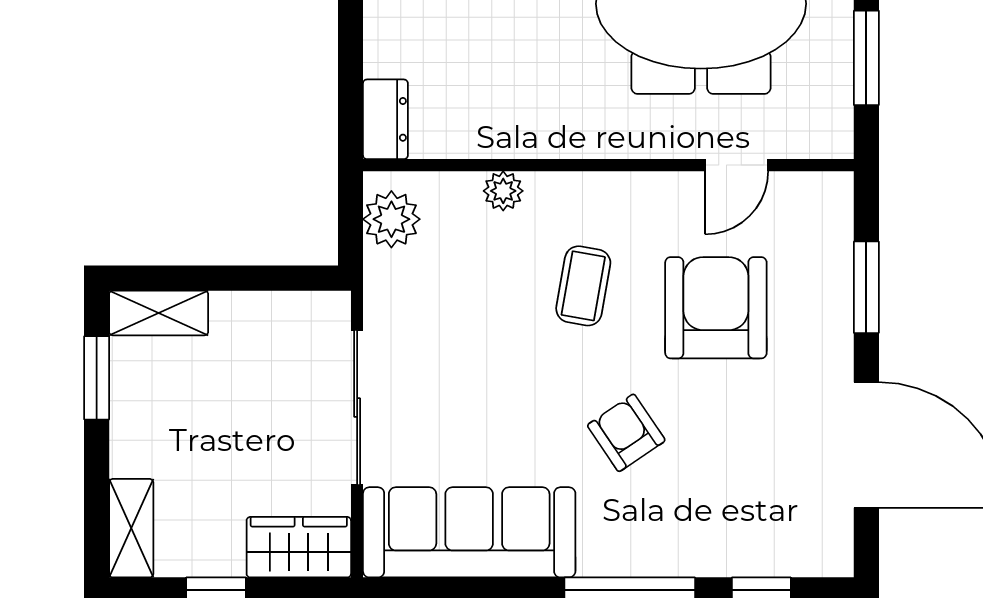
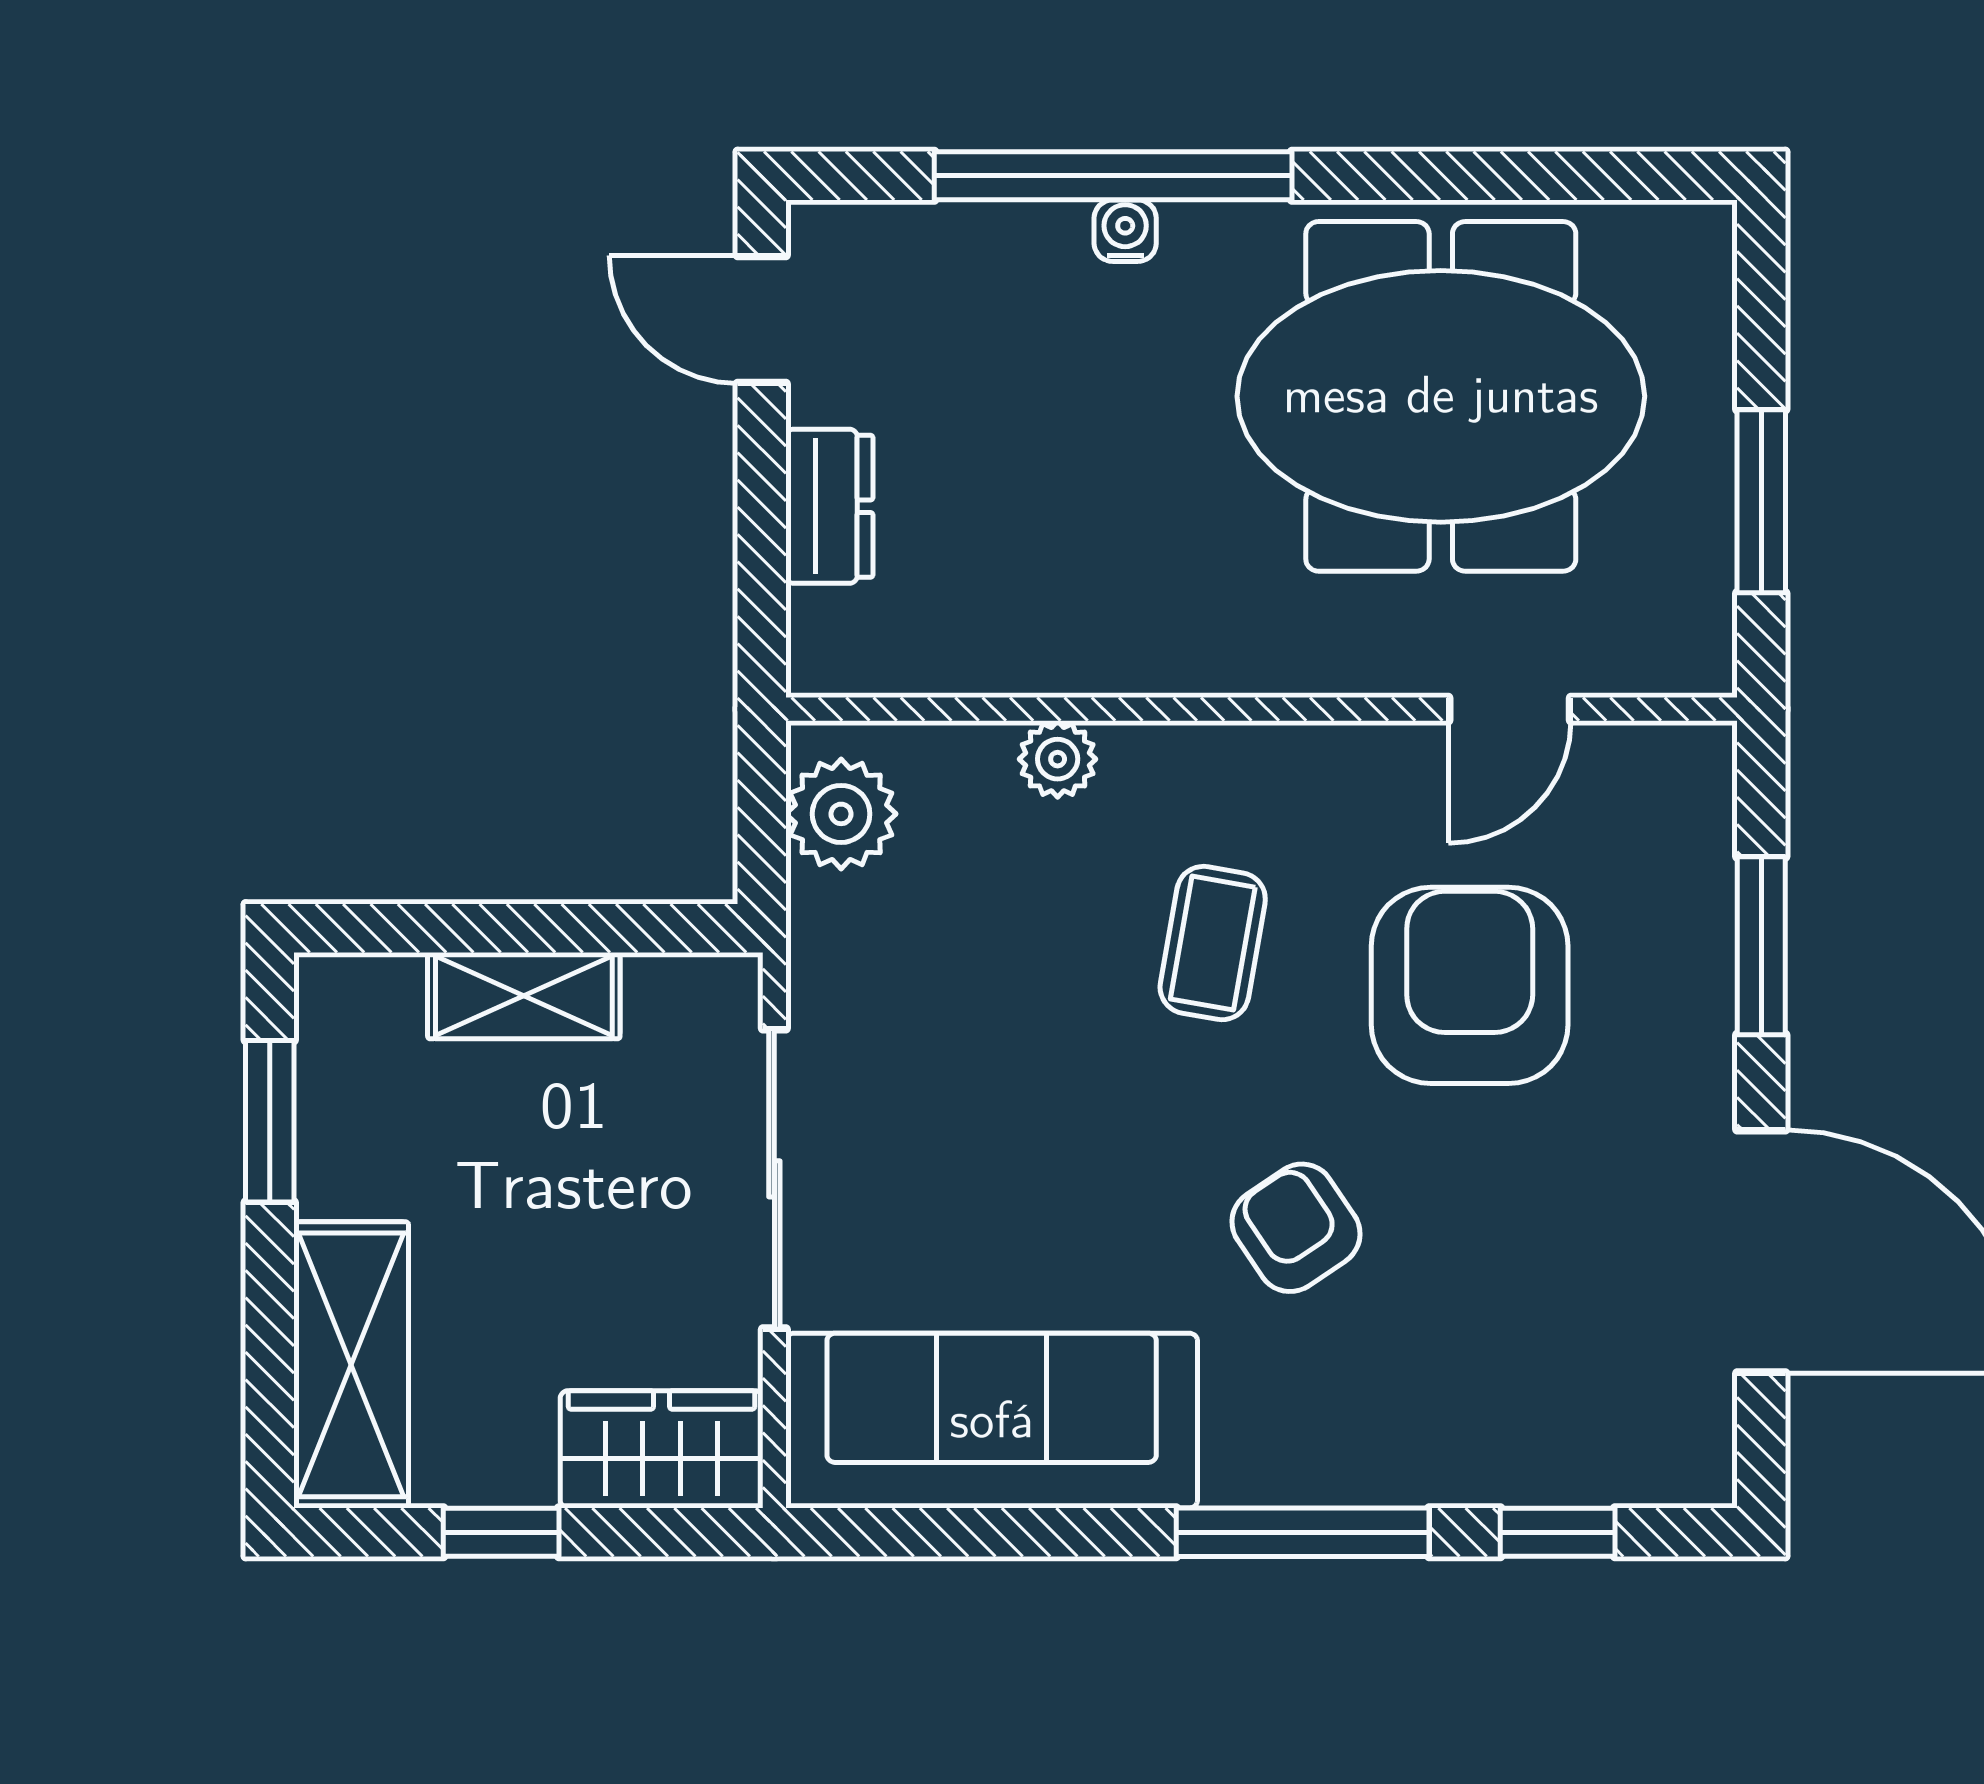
dresser: (385, 119) -> (829, 506), moved
shelving: (159, 313) -> (524, 996), moved
shelving: (131, 528) -> (351, 1365), width x1.50, depth x1.33

